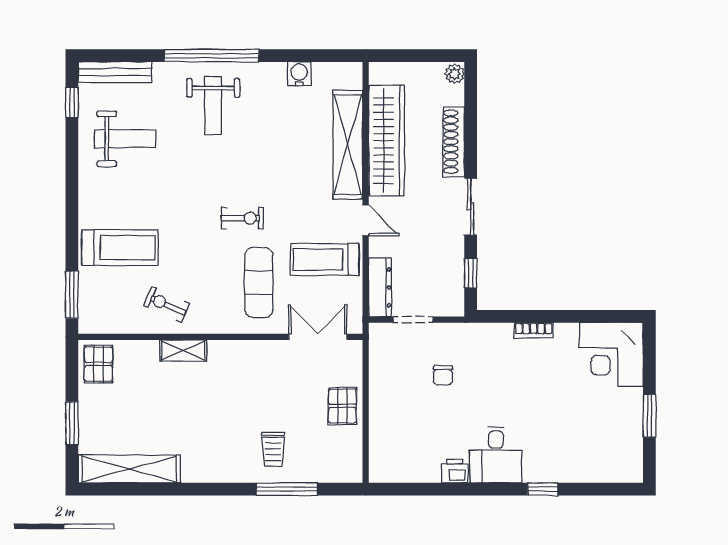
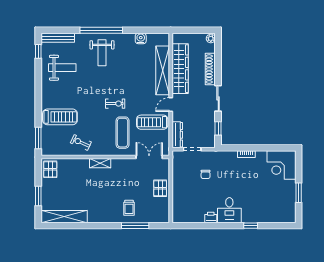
door: (366, 220) -> (171, 105), swing flipped
shelving: (183, 350) -> (100, 163), moved

